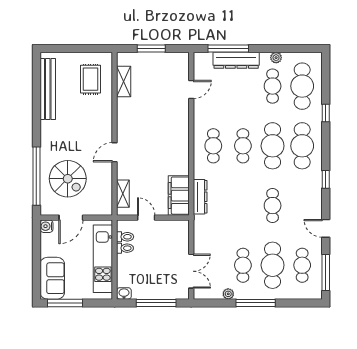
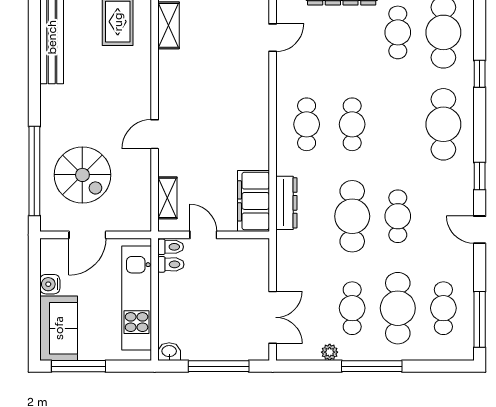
cafe table: (273, 146) -> (352, 216), moved
water cooler: (47, 226) -> (50, 284), moved
door: (326, 228) -> (480, 230), moved
toilet: (125, 248) -> (171, 247), moved

